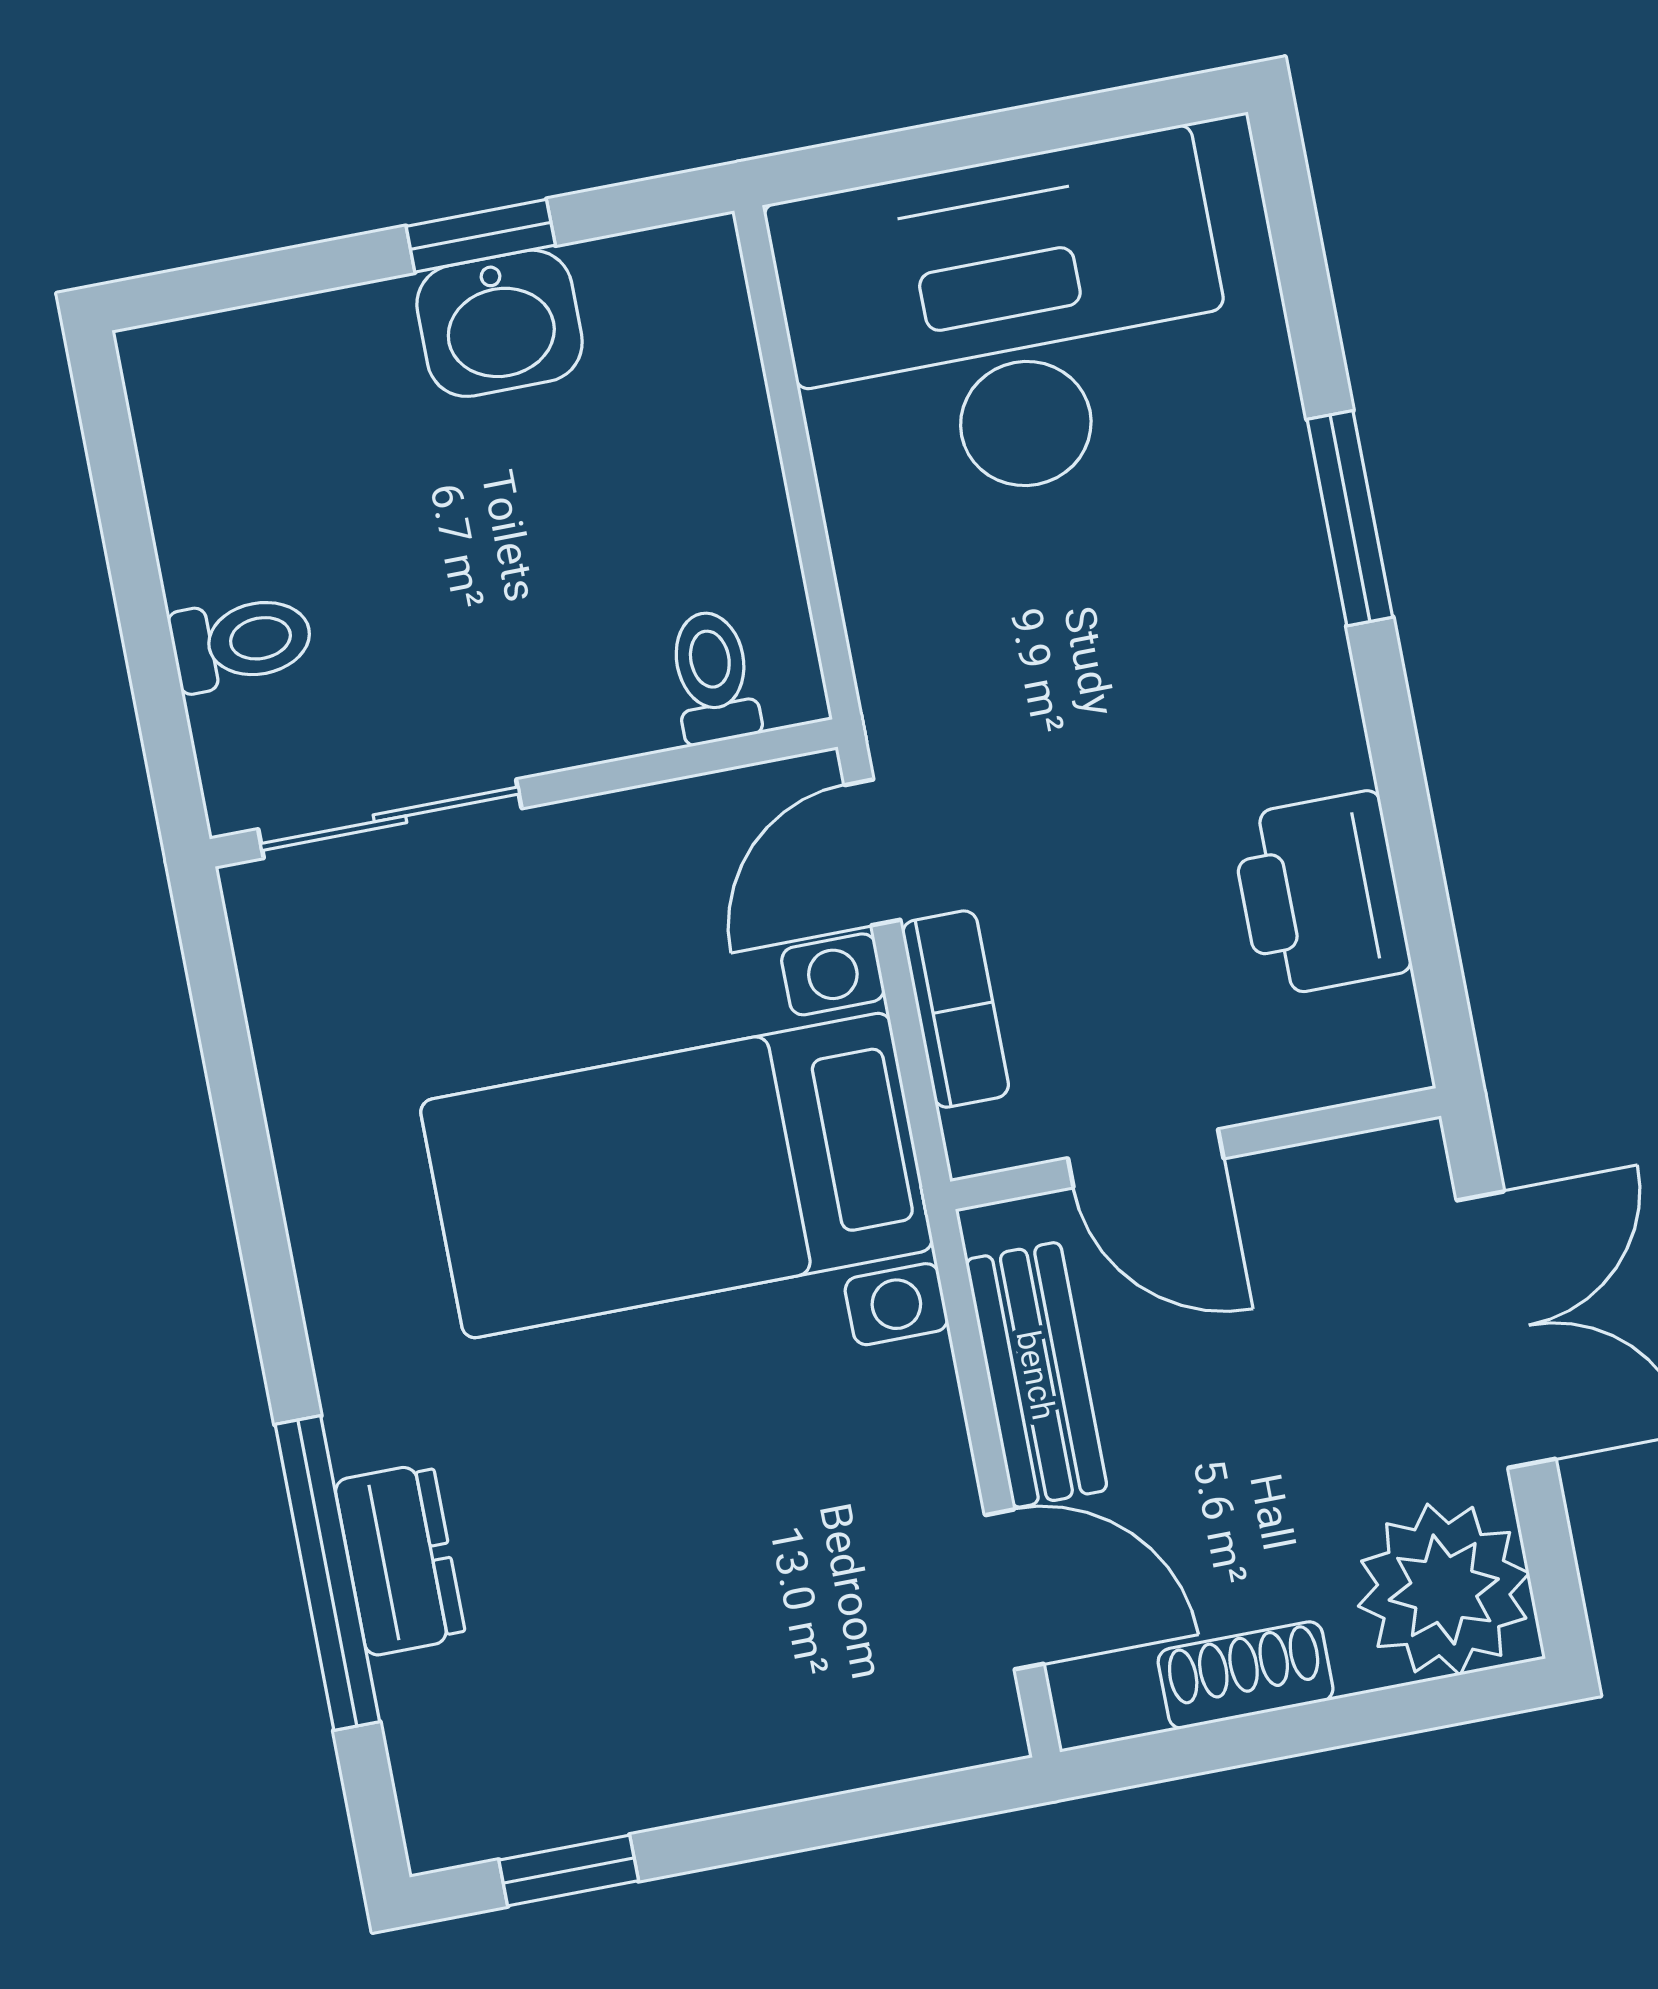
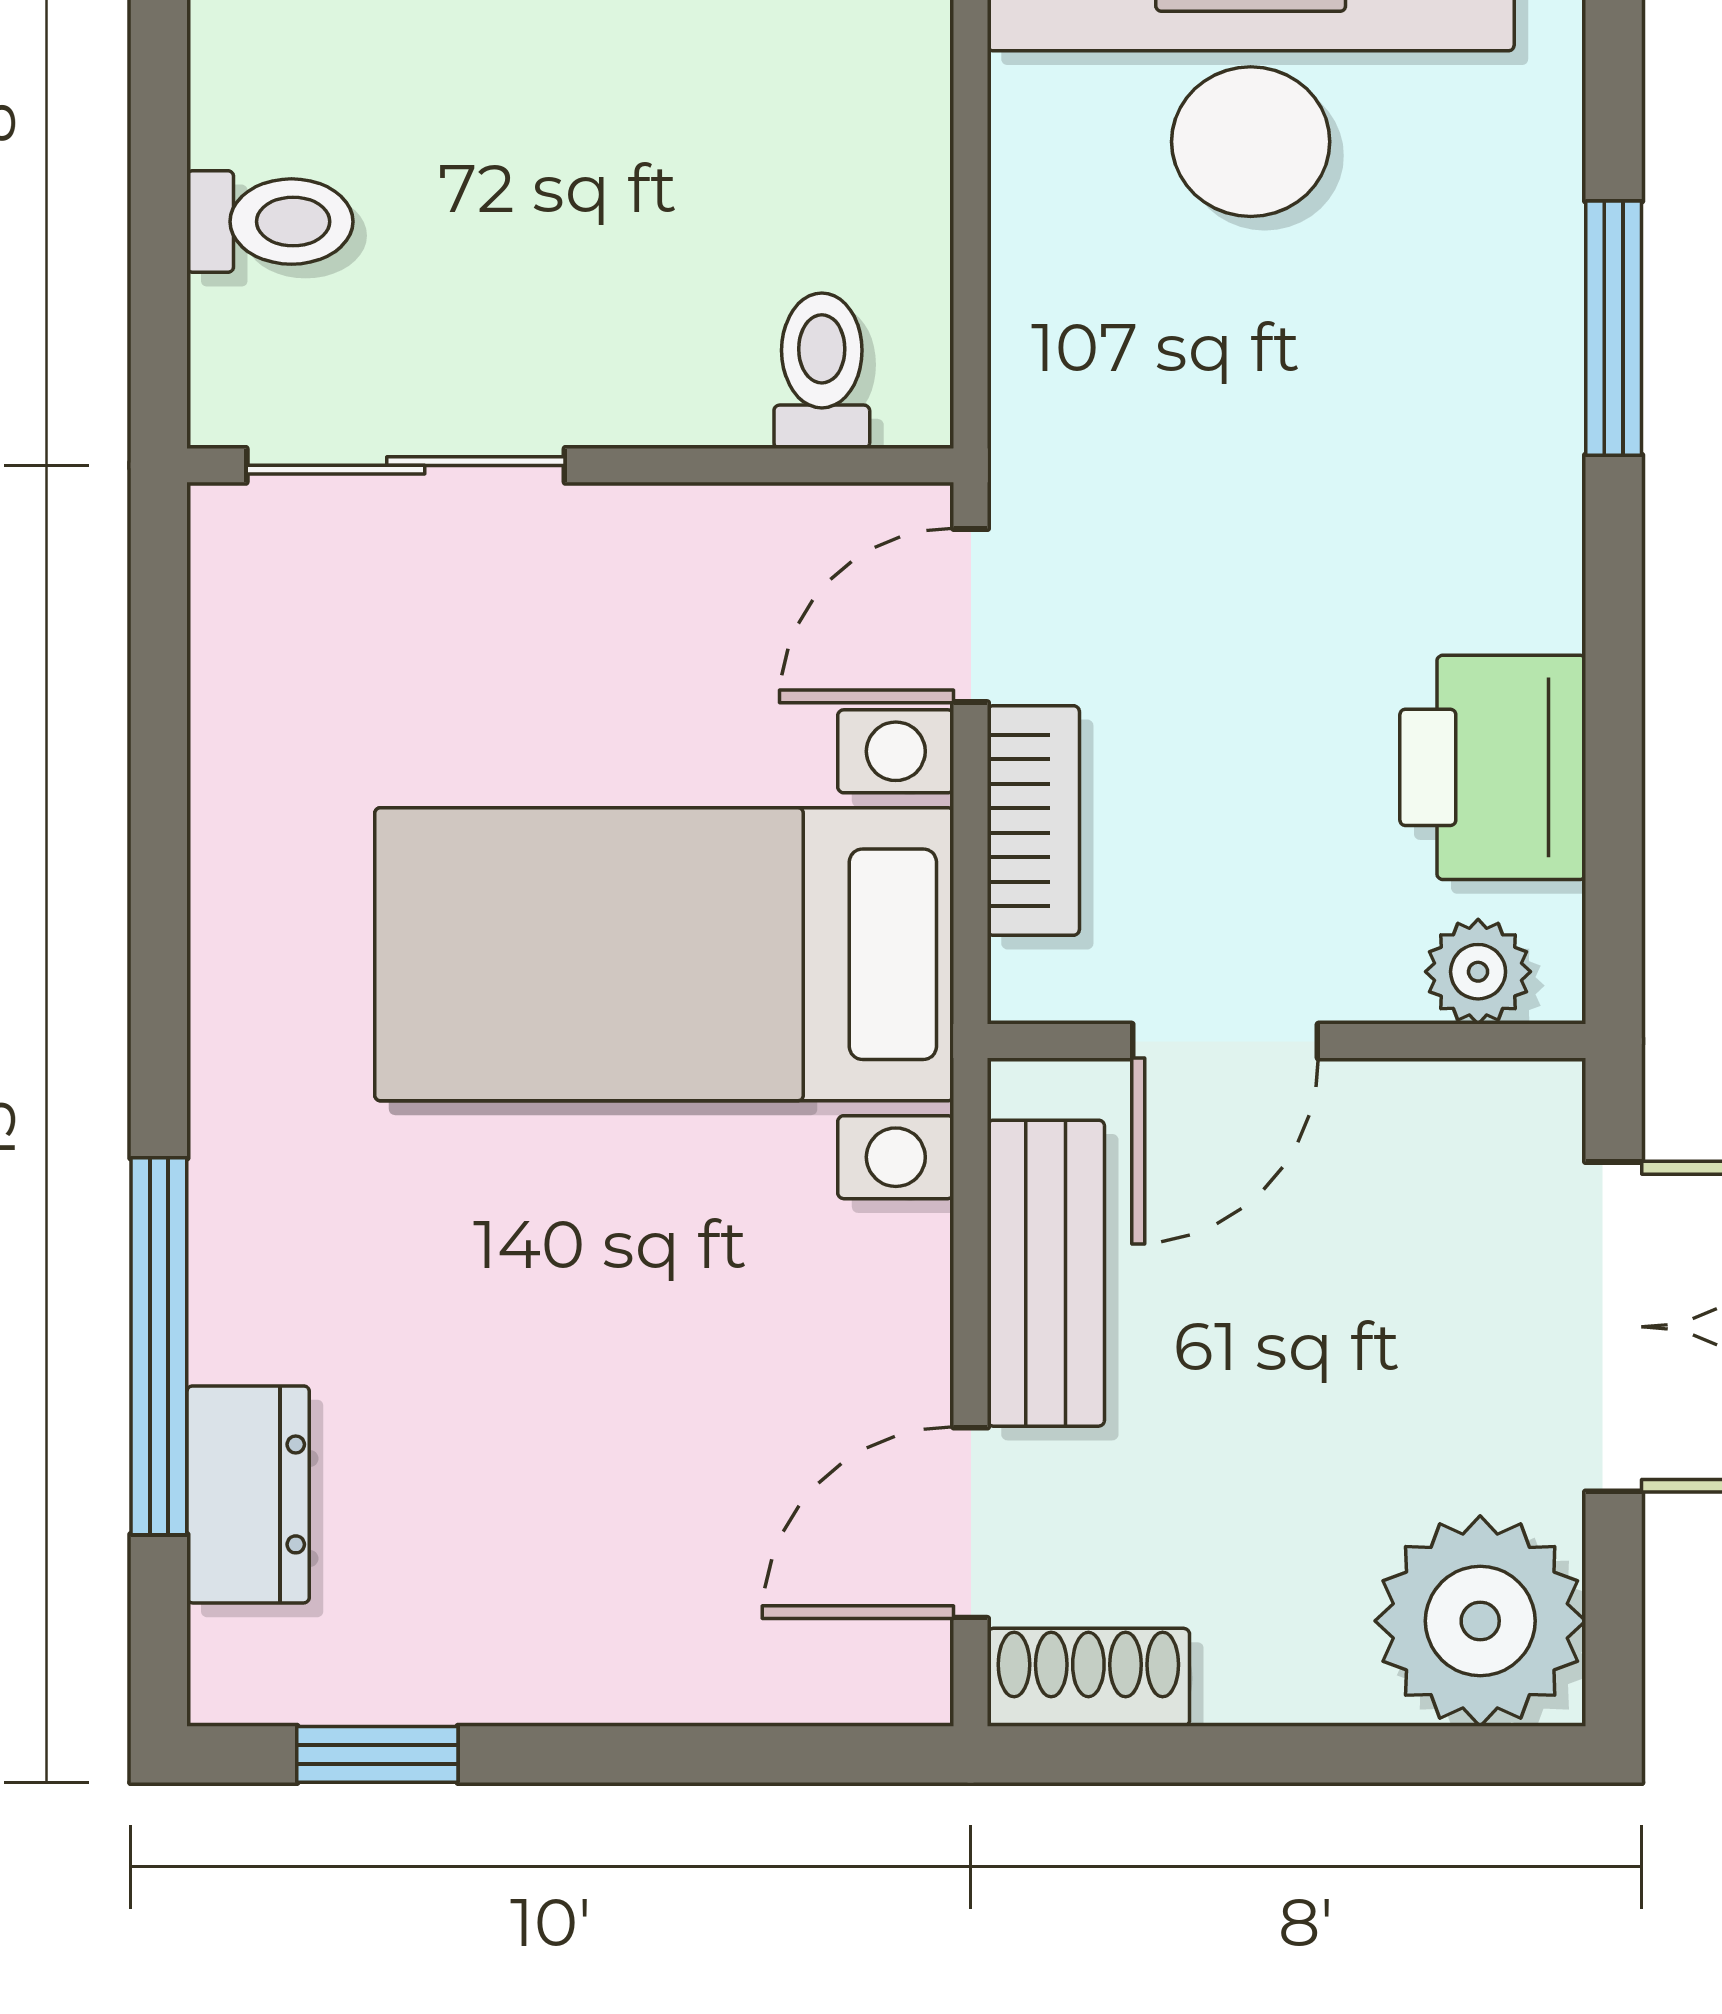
plant: (1340, 1062) -> (1478, 972), added
door: (1146, 1158) -> (1225, 1041), hinge flipped
dresser: (400, 1559) -> (248, 1494), moved
door: (1014, 1589) -> (971, 1523), swing flipped
shoe rack: (1246, 1675) -> (1088, 1677), moved

